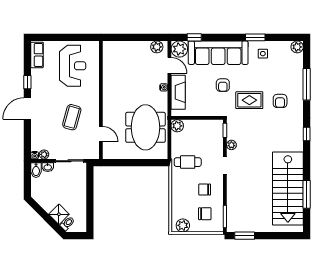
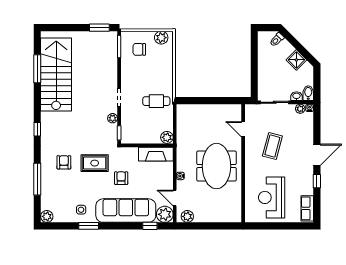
fireplace: (178, 92) -> (156, 154), moved, turned -90
meeting table: (145, 127) -> (216, 166), moved
chair: (205, 190) -> (139, 74), removed
shower: (59, 214) -> (296, 60), moved

